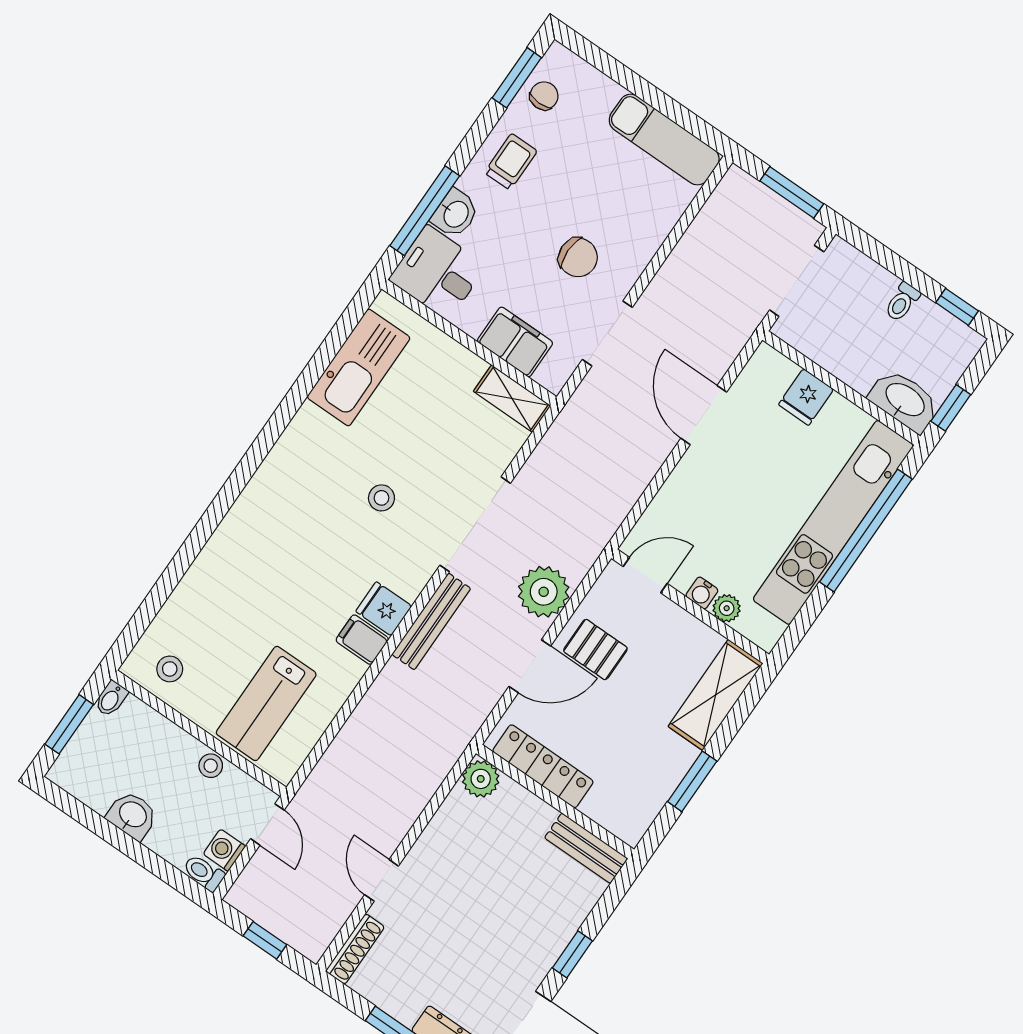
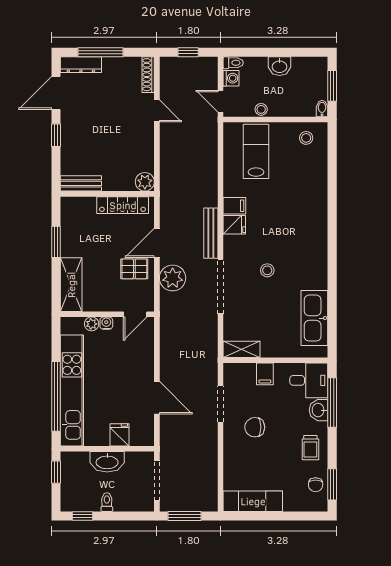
filing cabinet: (515, 342) -> (265, 374), width x0.50
washbasin: (904, 401) -> (107, 462), moved

